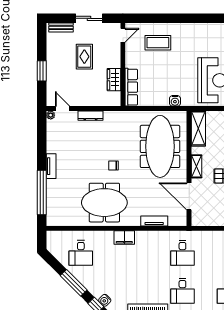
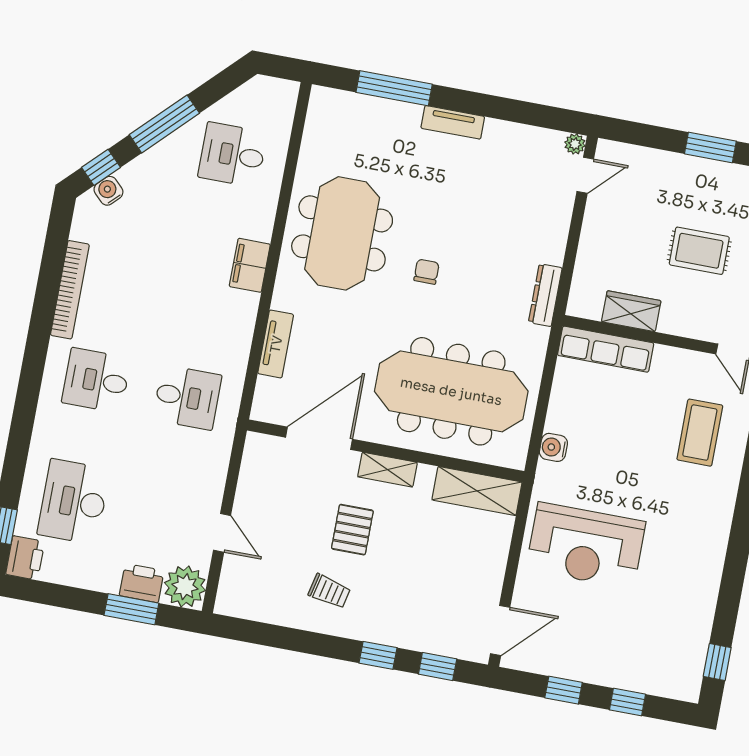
window: (42, 71) -> (710, 147), moved
dresser: (90, 116) -> (545, 295), moved
window: (42, 193) -> (394, 88), width x0.68
desk: (182, 253) -> (187, 397), turned 180

